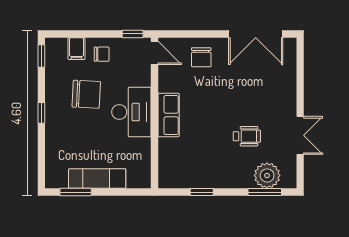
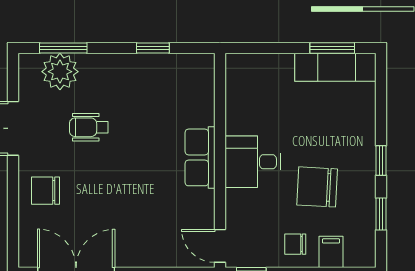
window: (41, 56) -> (381, 214), moved
chair: (201, 57) -> (46, 191), moved, turned -90
desk: (131, 112) -> (253, 162), width x0.73
exam couch: (97, 178) -> (335, 67), moved

